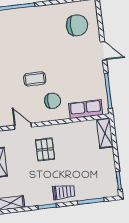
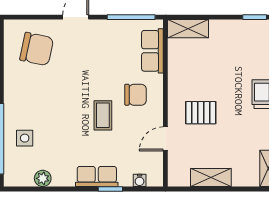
side table: (12, 24) -> (25, 138), added
chair: (77, 25) -> (37, 49), turned 102
chair: (52, 101) -> (136, 95), turned 90

